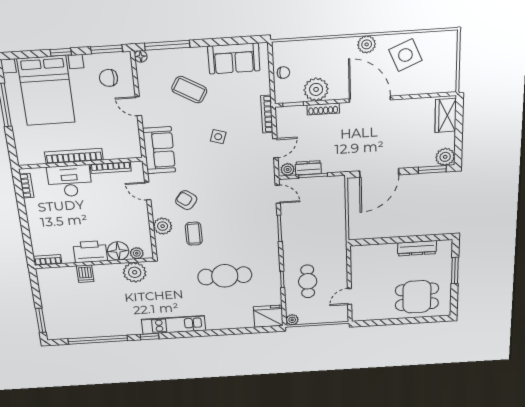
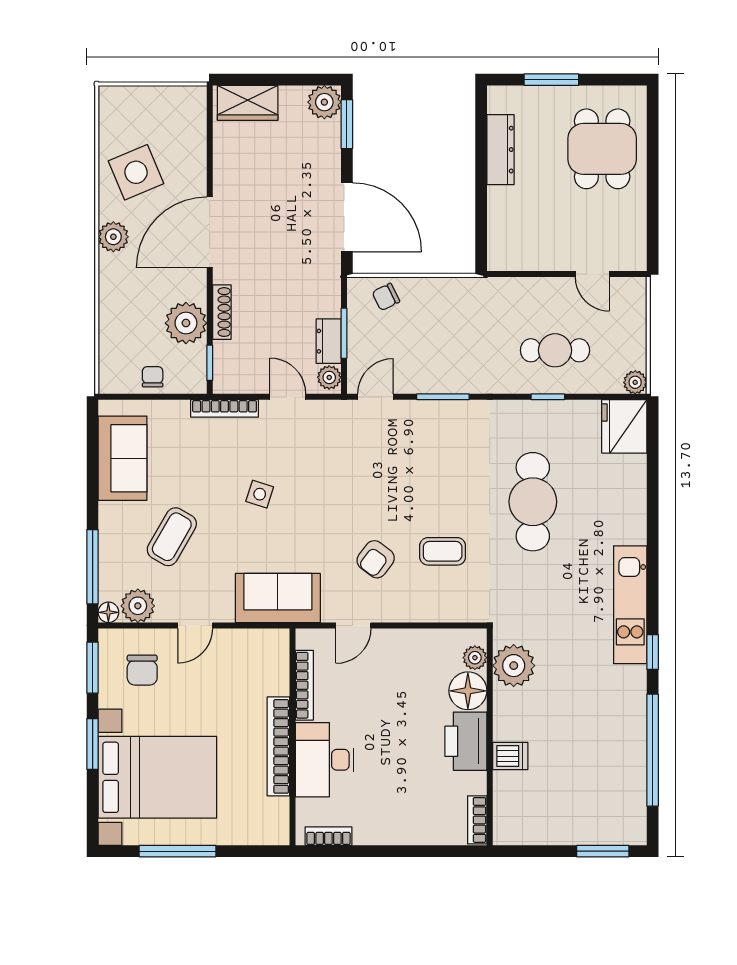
window: (61, 52) -> (93, 744), width x1.50
chair: (334, 196) -> (386, 297), added
plant: (163, 226) -> (138, 606), moved

